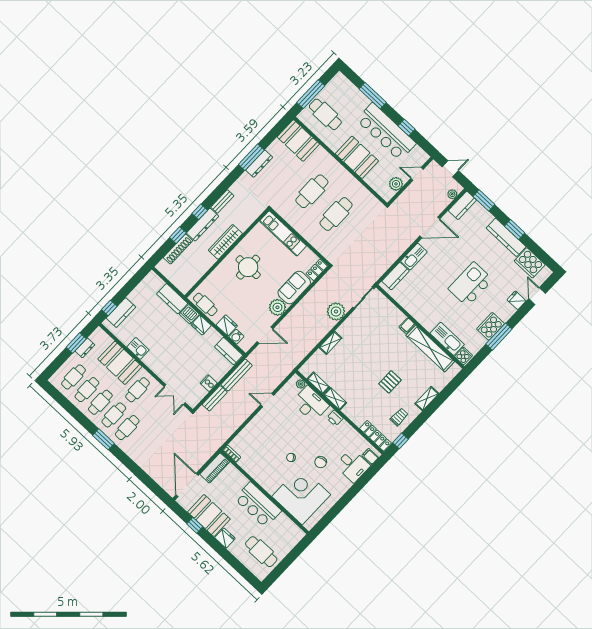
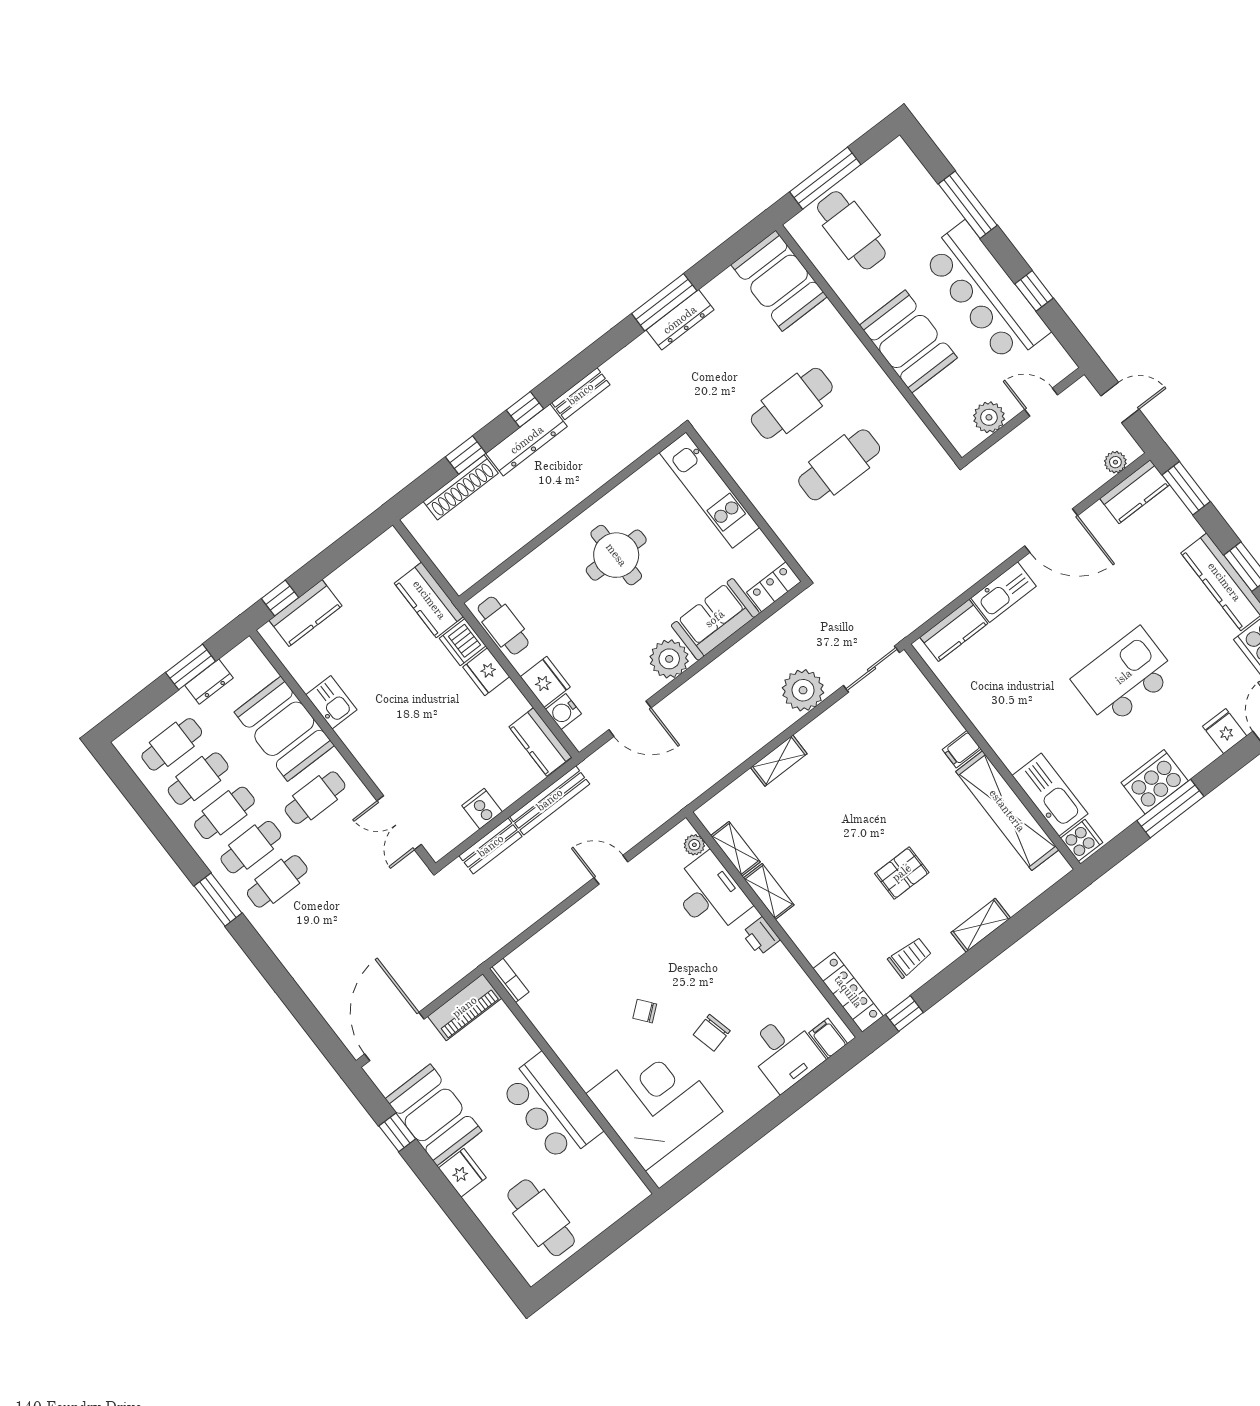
wardrobe: (225, 242) -> (573, 488), removed

